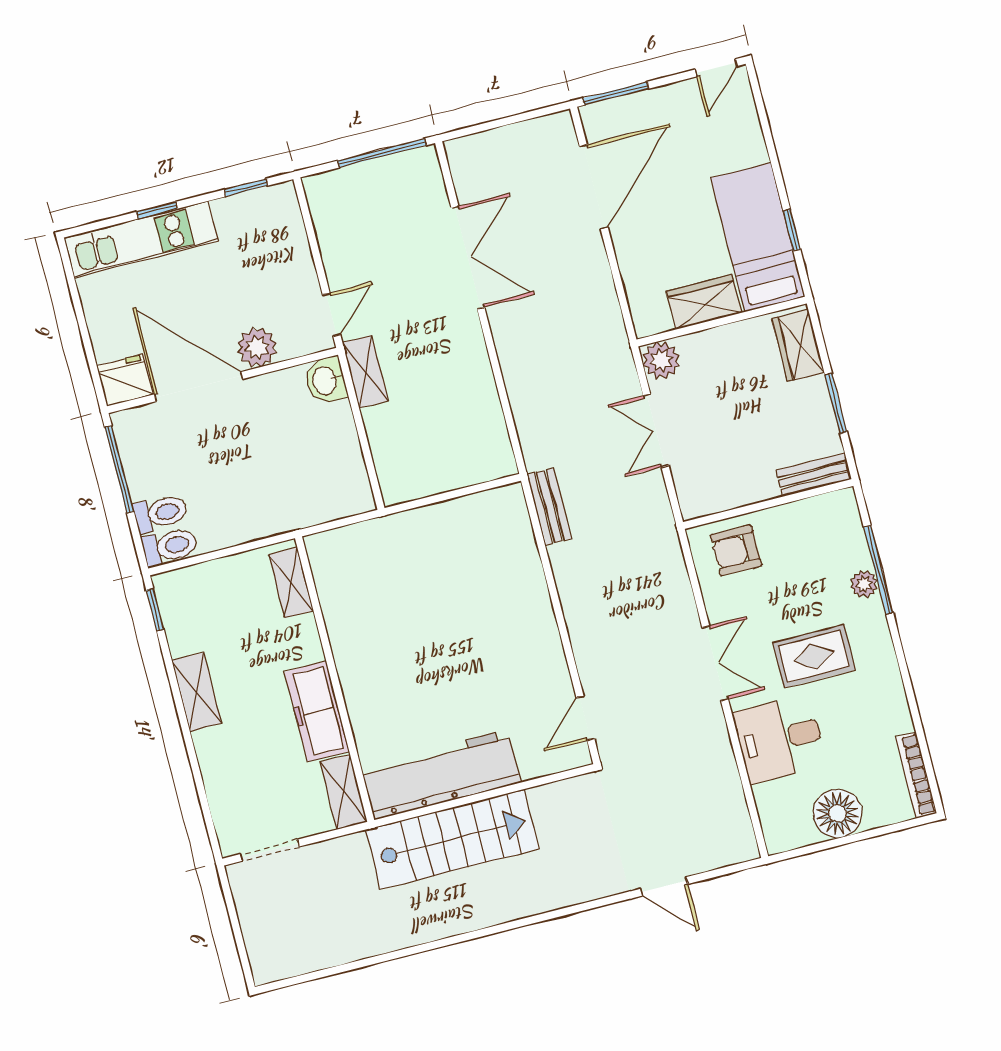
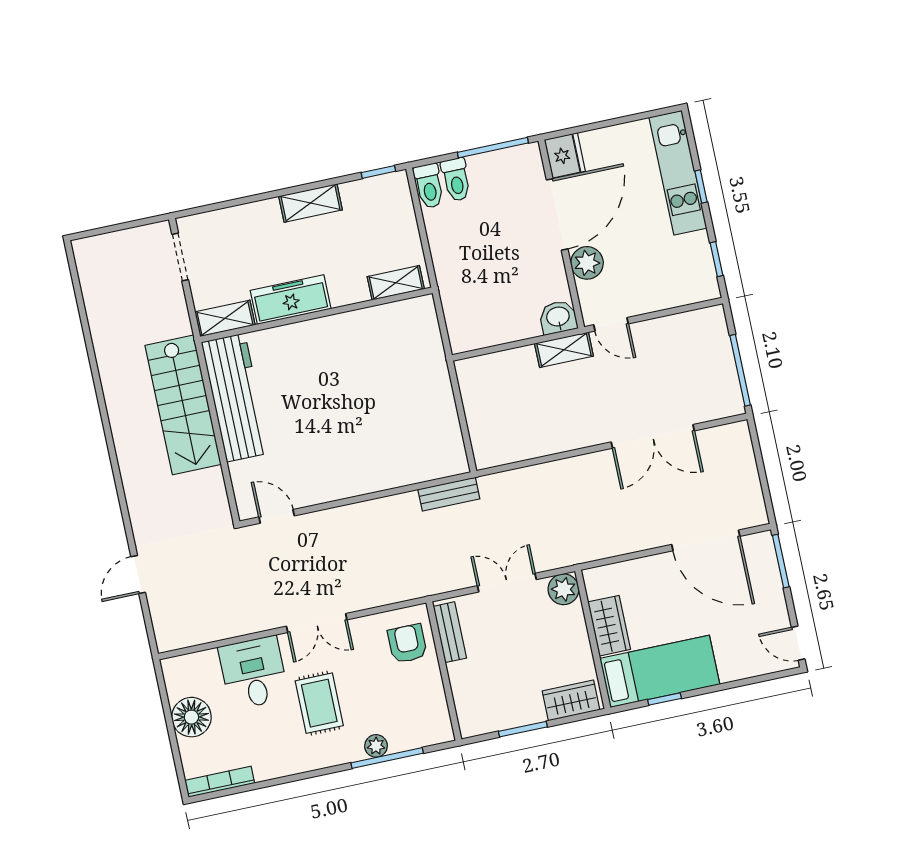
bench: (814, 475) -> (450, 632), moved

